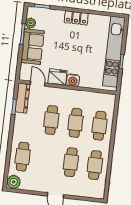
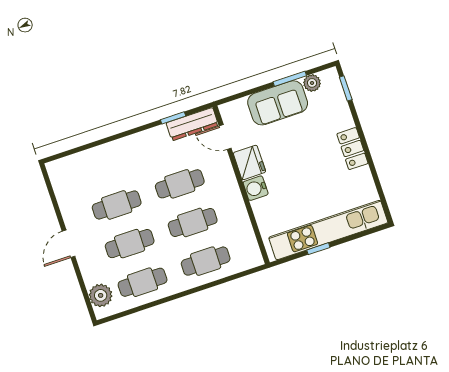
door: (38, 84) -> (225, 137), swing flipped
cafe table: (23, 157) -> (117, 205), moved
plant: (14, 182) -> (101, 295), moved

